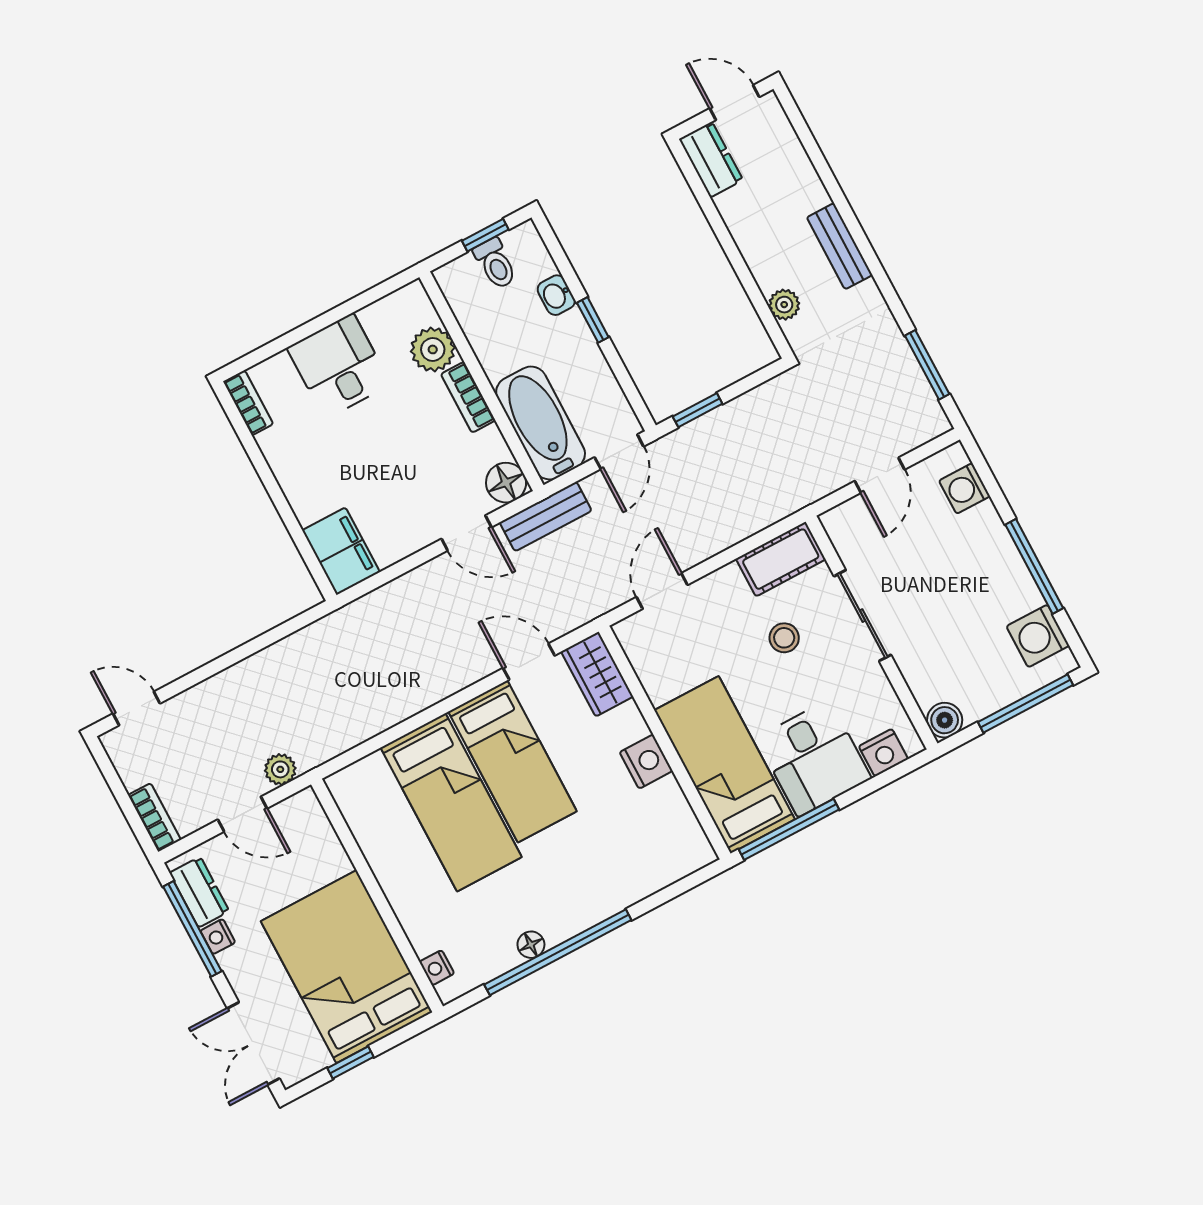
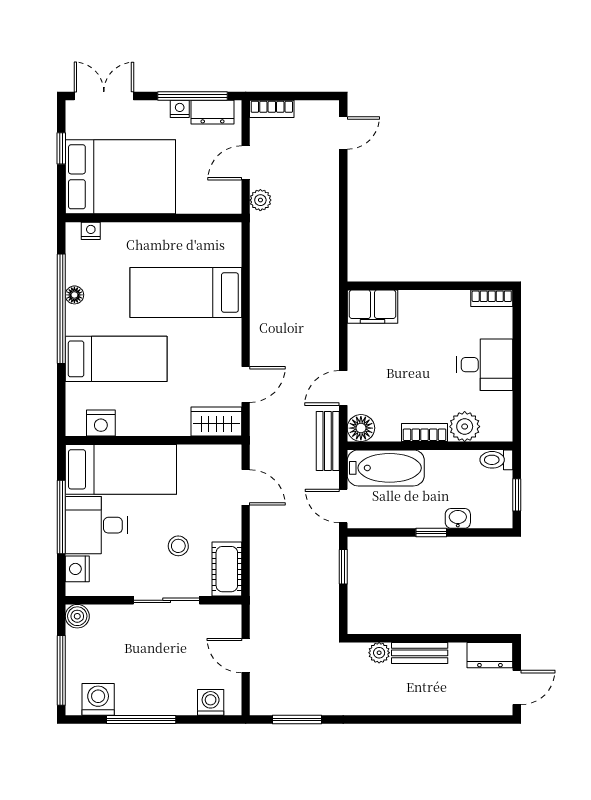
bench: (840, 246) -> (420, 653), moved
toilet: (495, 264) -> (496, 460), moved
bed: (513, 761) -> (116, 359), moved, turned 180
nightstand: (646, 762) -> (101, 423), moved
window: (789, 829) -> (61, 517), moved

